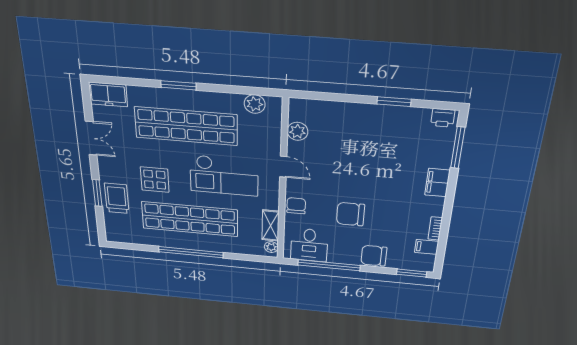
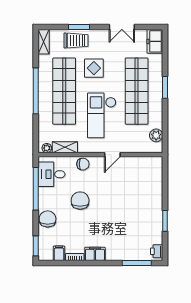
plant: (297, 131) -> (139, 163), removed
filing cabinet: (437, 183) -> (95, 254), moved
shelving: (122, 237) -> (44, 42), added

